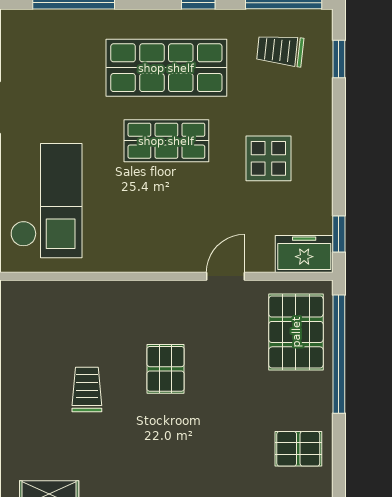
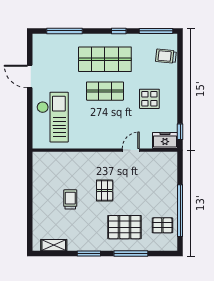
trolley: (280, 50) -> (166, 56), moved
window: (339, 59) -> (180, 55), removed
pallet: (296, 332) -> (124, 227), moved, turned 90
window: (339, 354) -> (180, 211), moved

